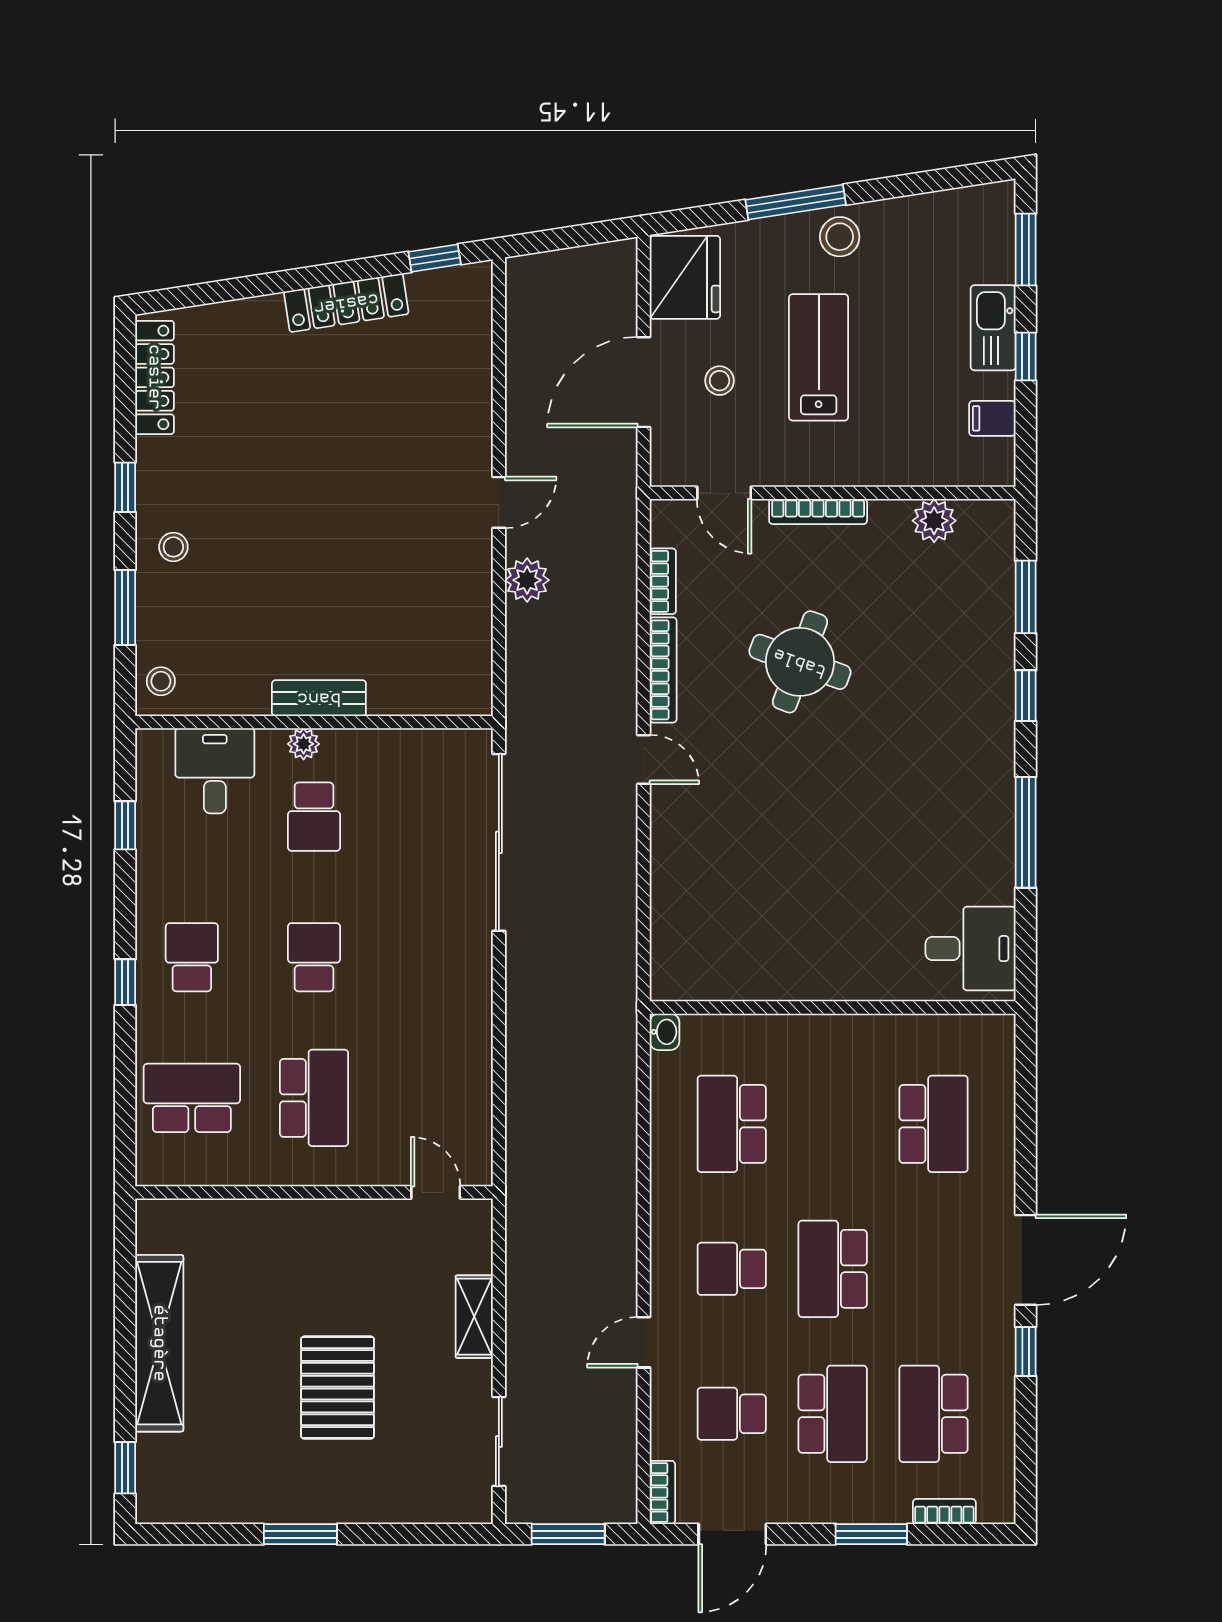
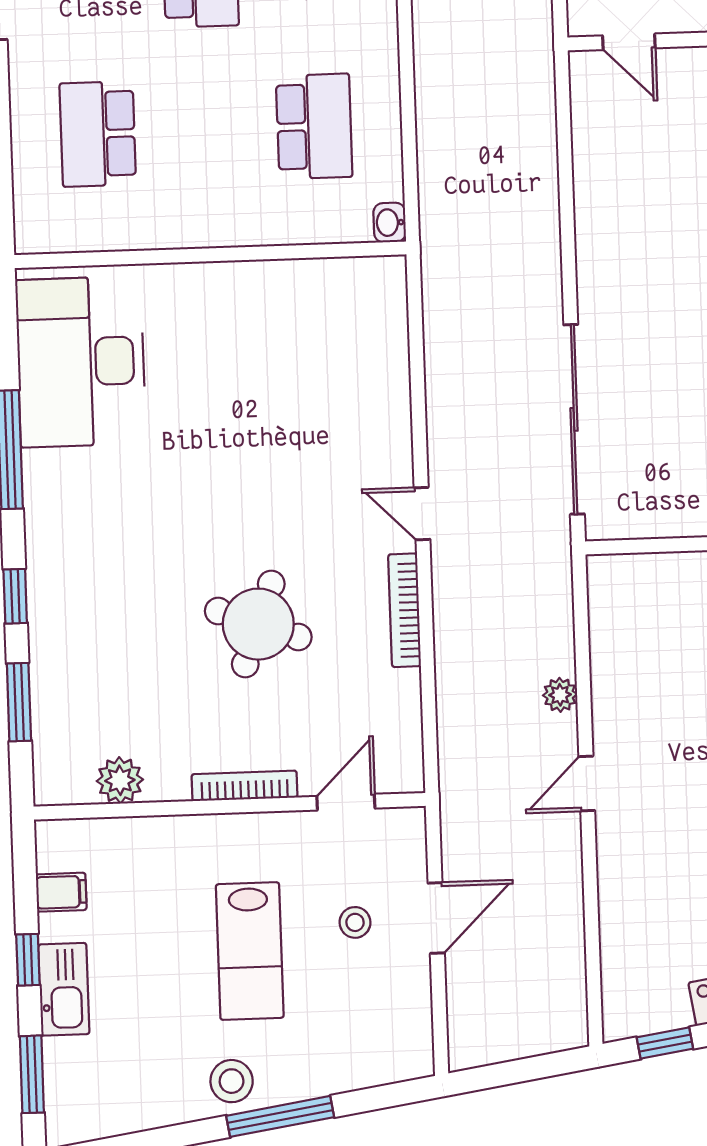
fridge: (685, 277) -> (396, 1032), removed
door: (644, 382) -> (436, 918), width x0.73
door: (724, 493) -> (346, 802), hinge flipped
plant: (527, 580) -> (560, 695), width x0.73, depth x0.73
bookcase: (663, 581) -> (408, 705), removed
desk: (970, 949) -> (81, 362), width x1.87, depth x1.30

